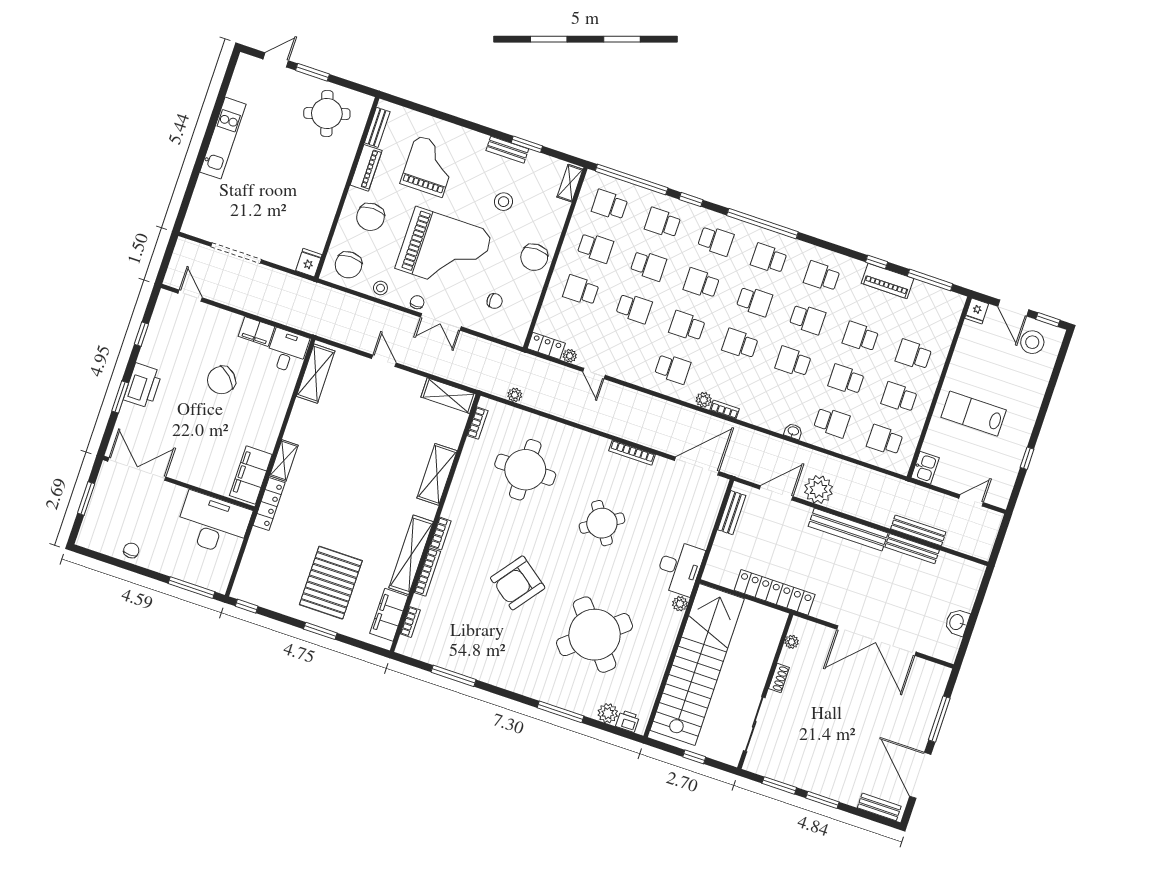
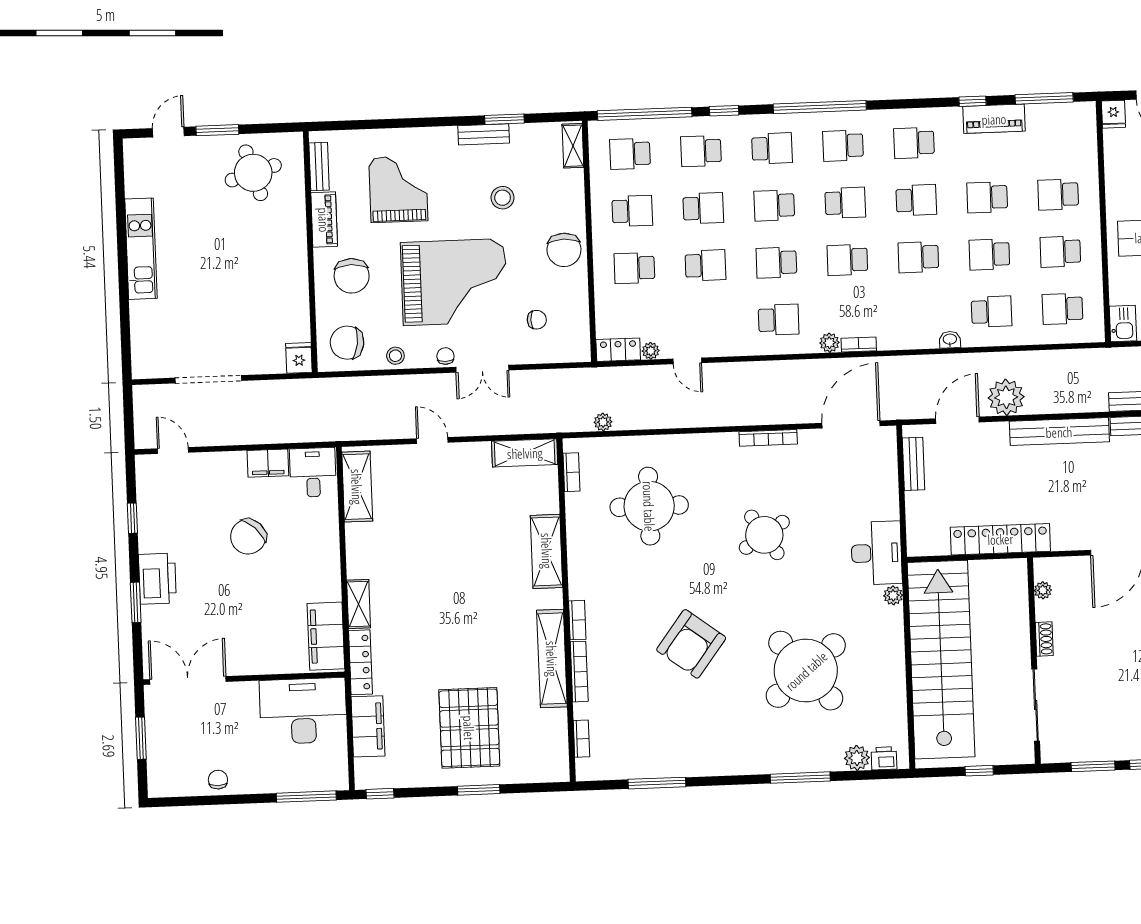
chair: (349, 265) -> (347, 343), turned 98
filing cabinet: (389, 615) -> (368, 726), moved, turned 180

